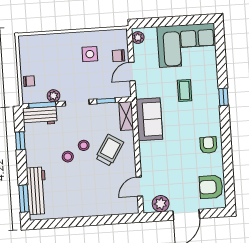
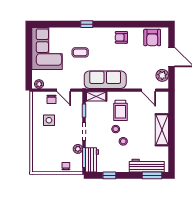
sofa: (149, 119) -> (105, 80), width x1.36
trolley: (110, 150) -> (120, 110), turned -122
shelving: (87, 208) -> (162, 130), added

